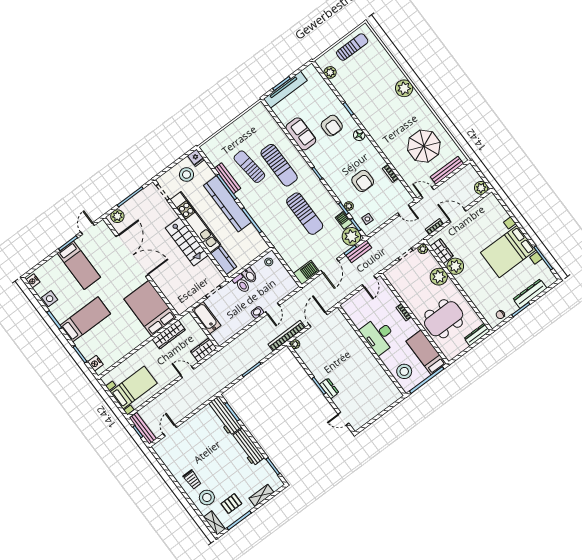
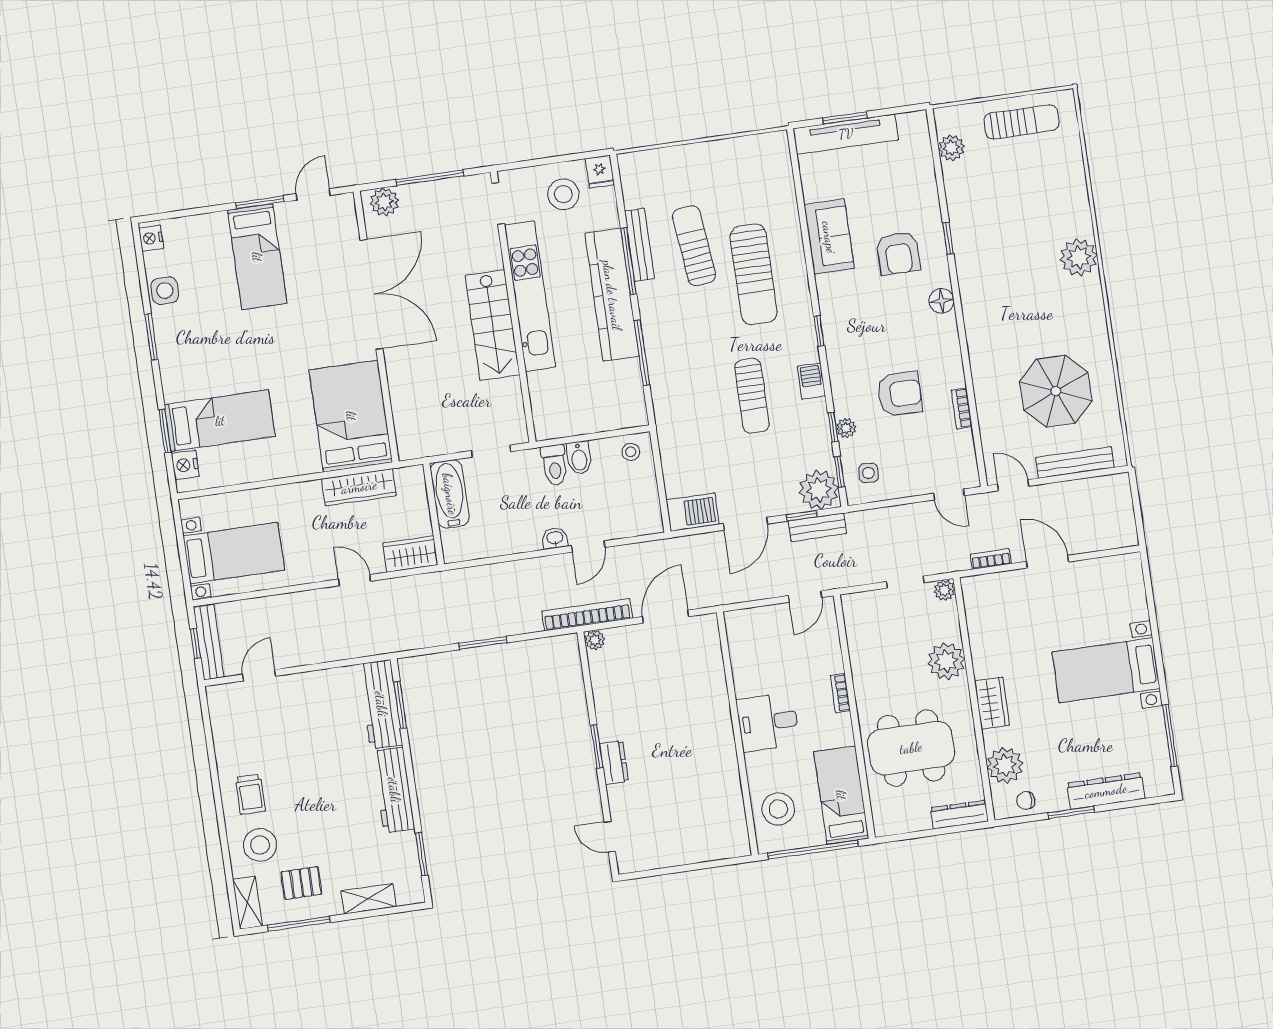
armchair: (363, 181) -> (900, 394), turned -89
plant: (481, 188) -> (1123, 533), removed
sun lounger: (305, 214) -> (752, 396), width x0.73, depth x0.75
barbecue: (344, 220) -> (811, 381), moved
wardrobe: (442, 251) -> (992, 703), moved
bed with nightstands: (508, 251) -> (1106, 670), width x0.73
kitchen counter: (224, 260) -> (545, 401), removed
plant: (455, 266) -> (1005, 765), moved
bed: (85, 319) -> (220, 421), moved
desk: (379, 336) -> (768, 722), width x0.73

